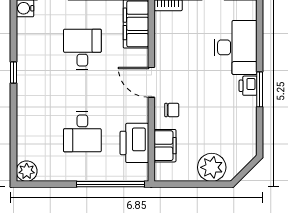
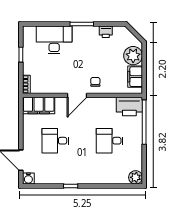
printer: (248, 86) -> (106, 32), moved
desk: (82, 132) -> (110, 141), turned 180
printer: (134, 143) -> (129, 106), moved
filing cabinet: (165, 146) -> (135, 77), moved, turned -90

